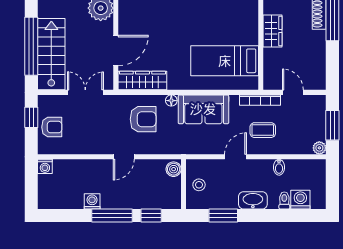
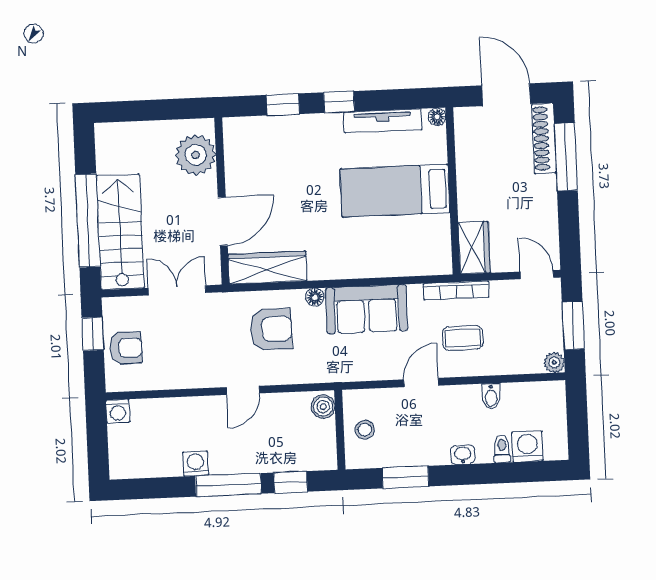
wardrobe: (273, 31) -> (474, 248), moved
bed: (225, 61) -> (395, 191), moved
door: (293, 92) -> (537, 275), moved
washbasin: (253, 200) -> (463, 455), width x0.52, depth x0.69

